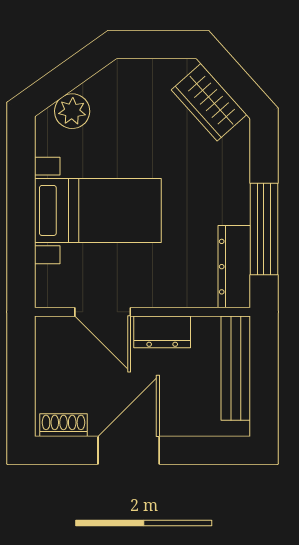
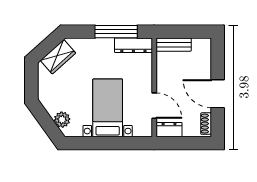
door: (103, 312) -> (154, 106), hinge flipped
dresser: (162, 332) -> (169, 130), moved, turned -90
bench: (236, 368) -> (174, 45), width x0.73

